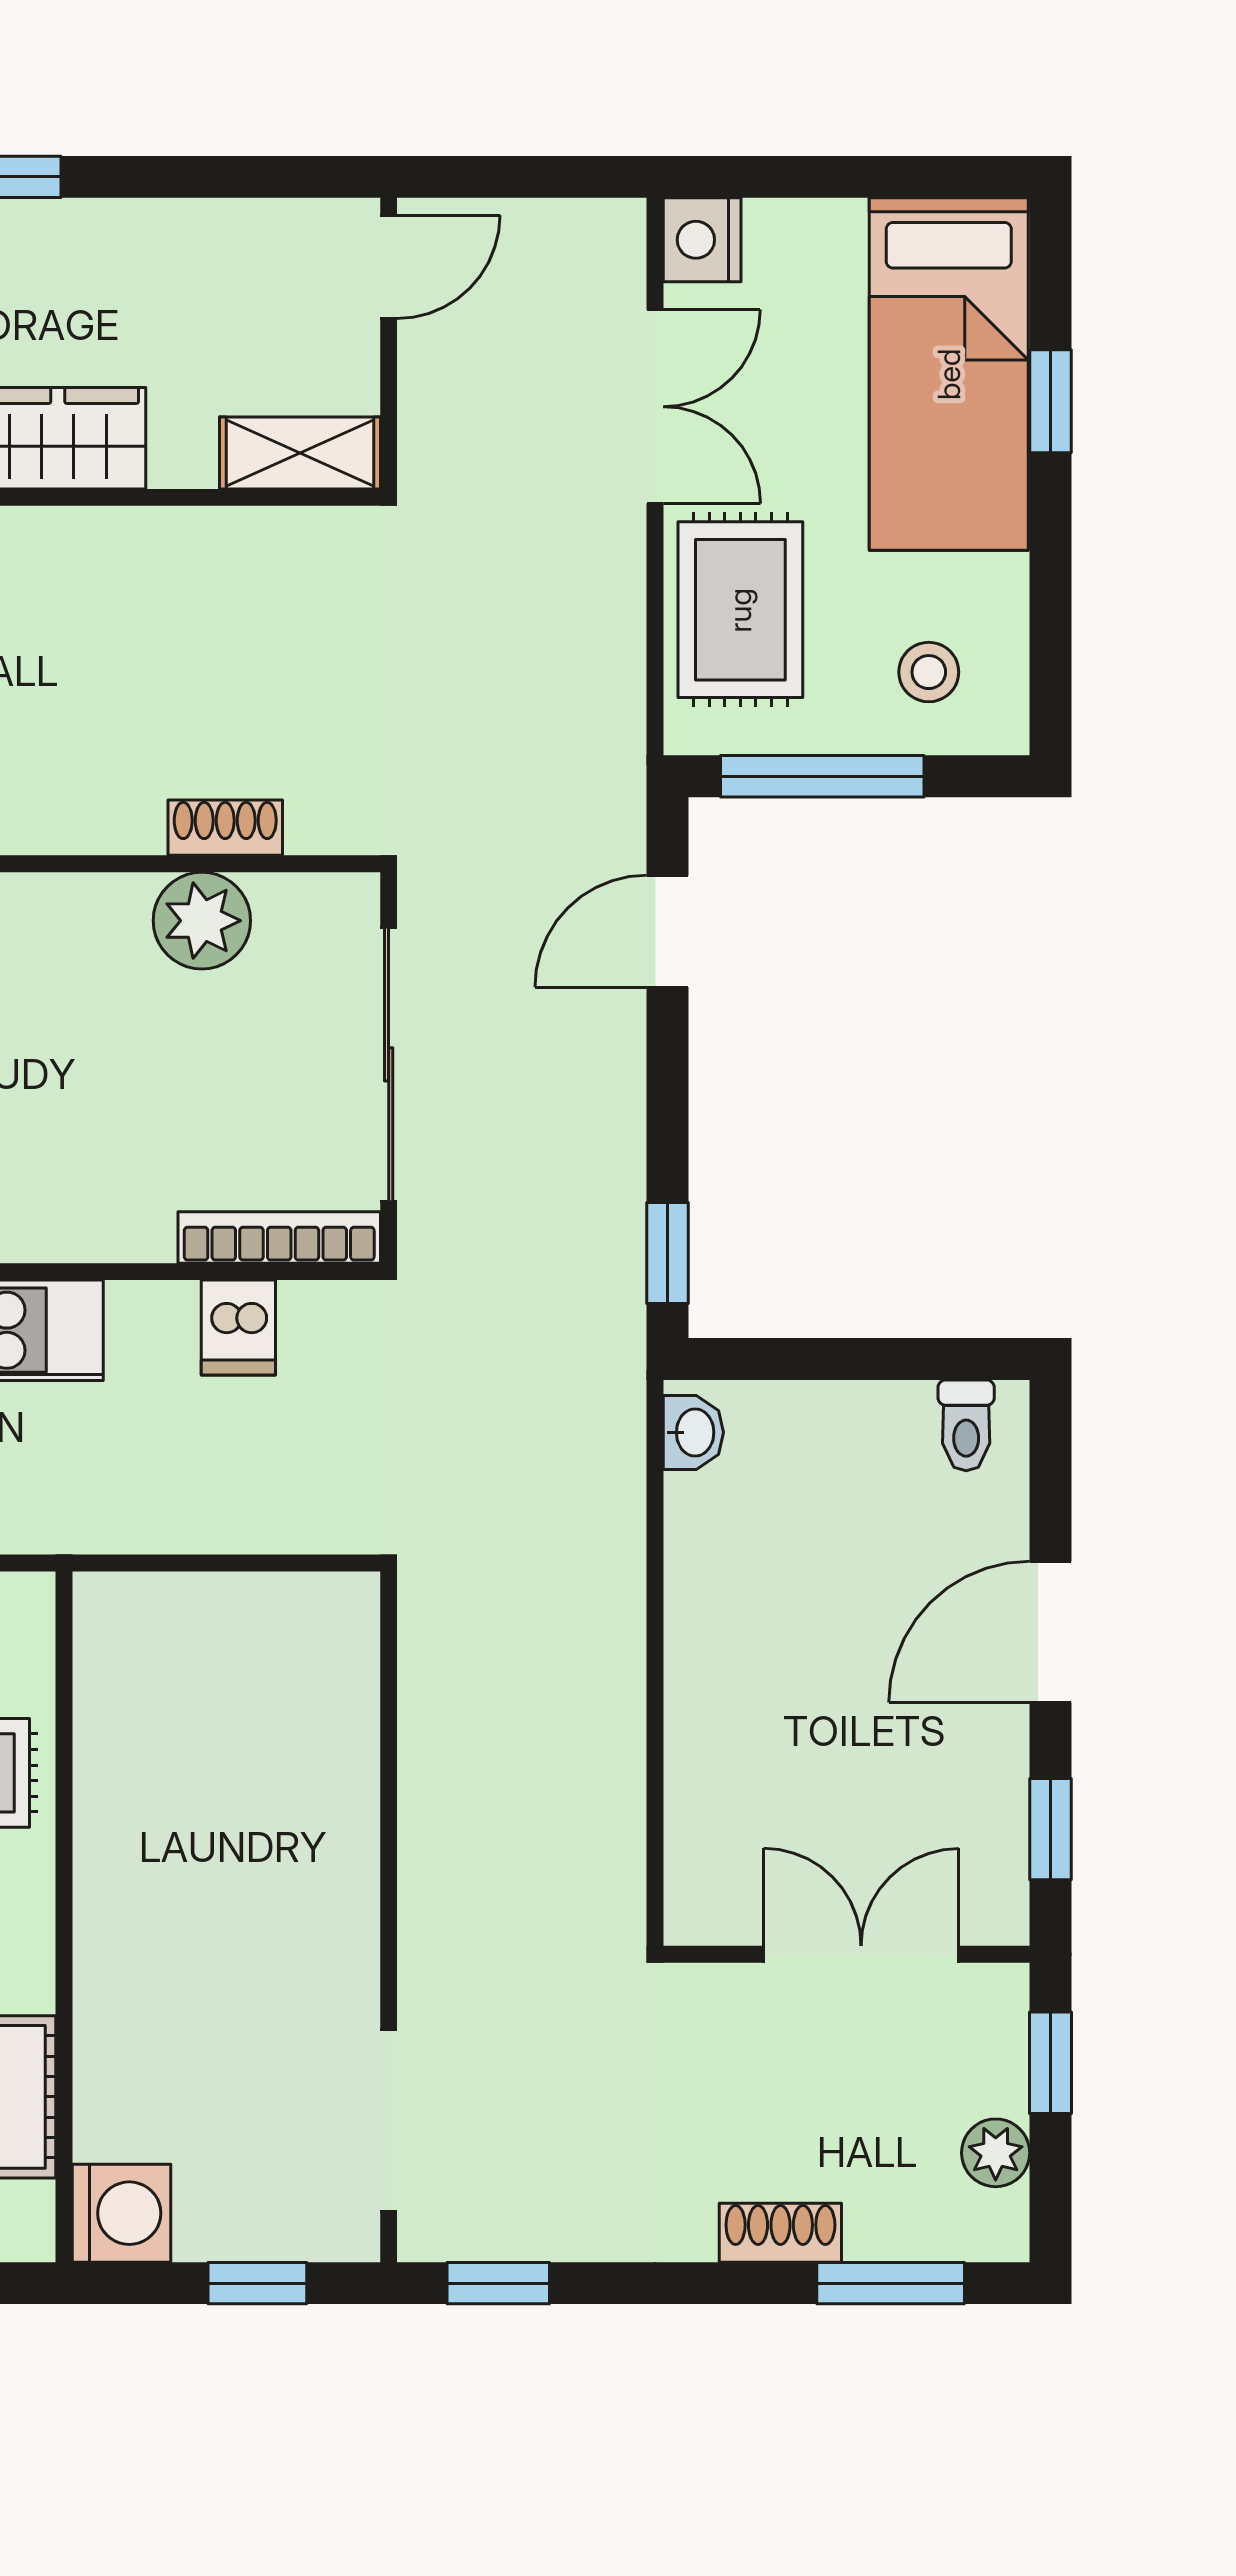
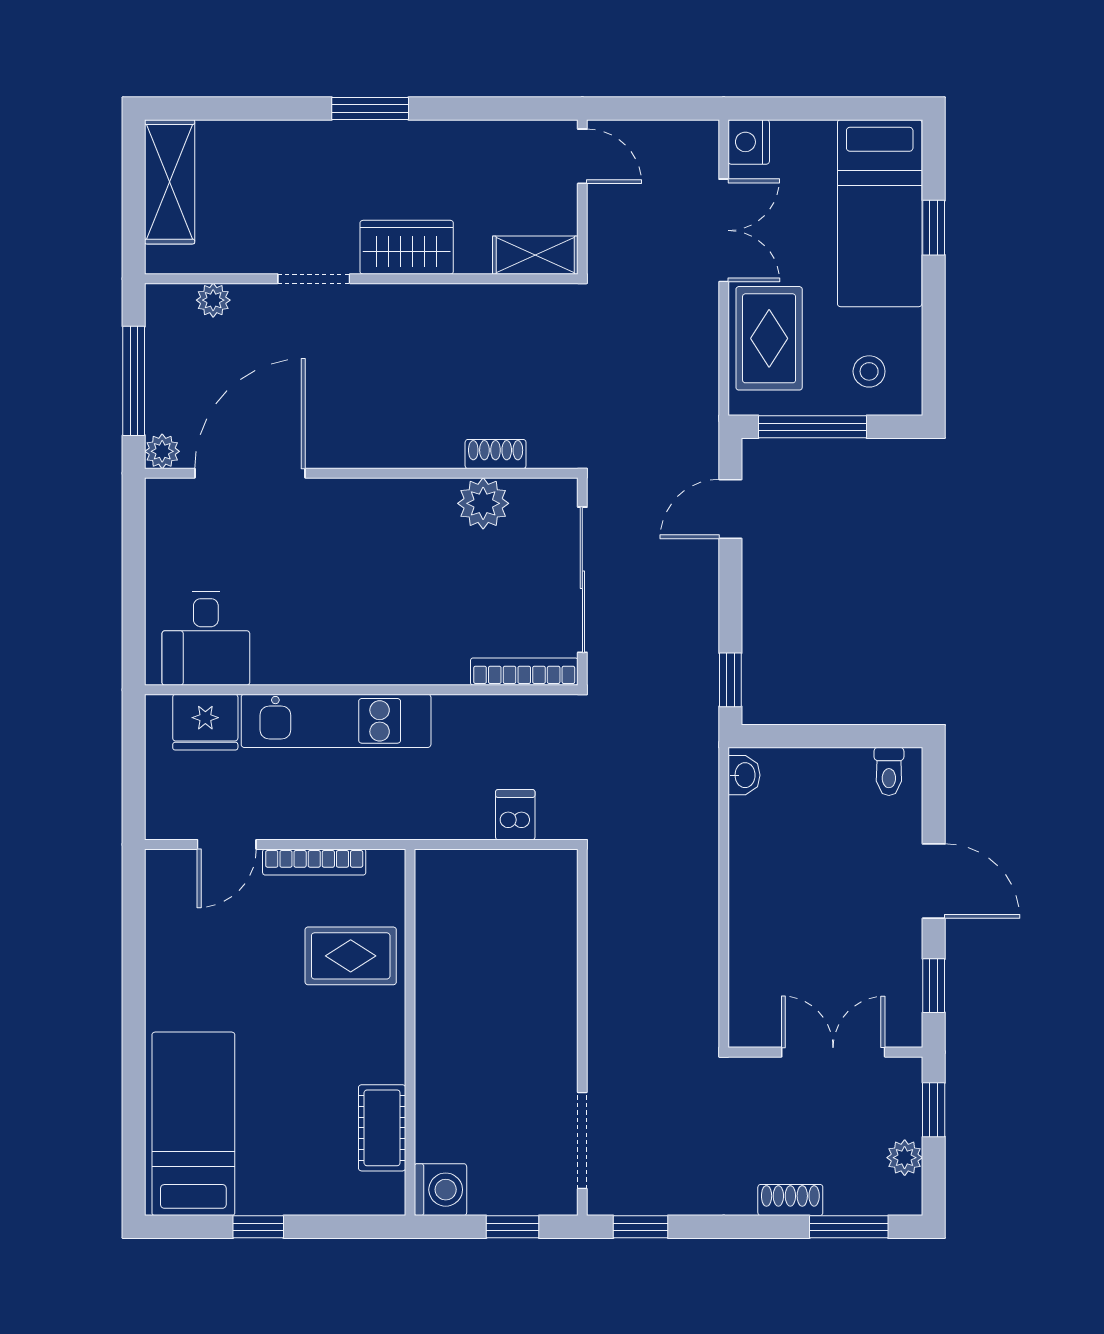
door: (389, 267) -> (582, 156), hinge flipped
dishwasher: (238, 1328) -> (515, 815), moved, turned 180
door: (1050, 1632) -> (934, 881), swing flipped

